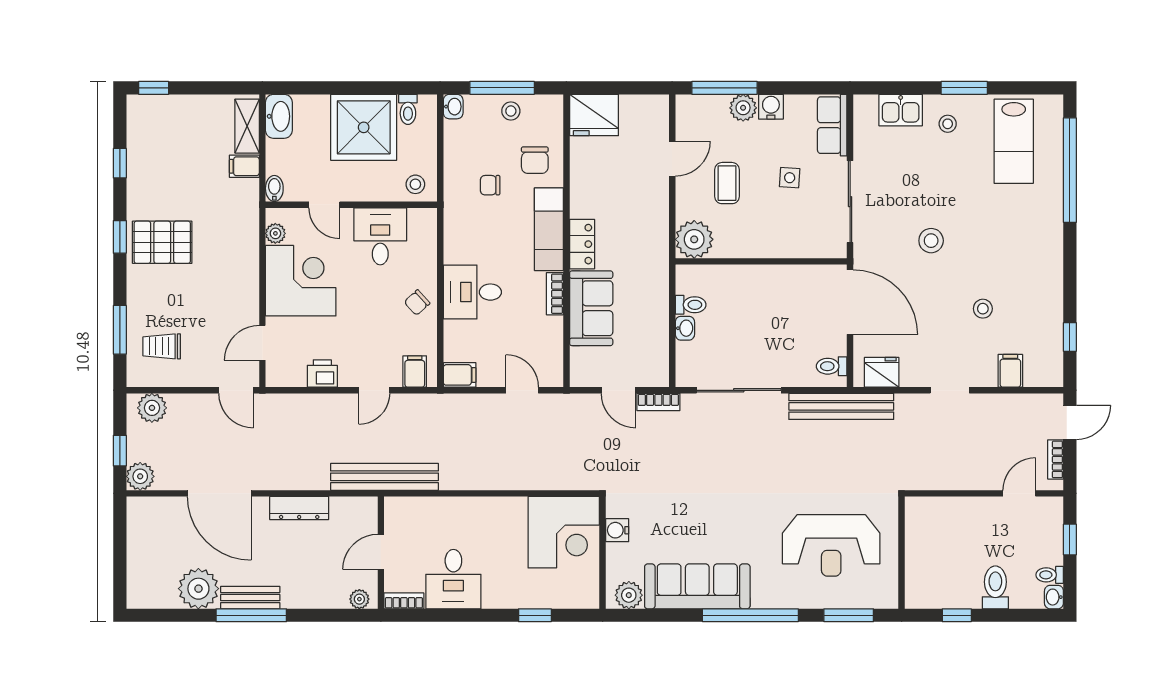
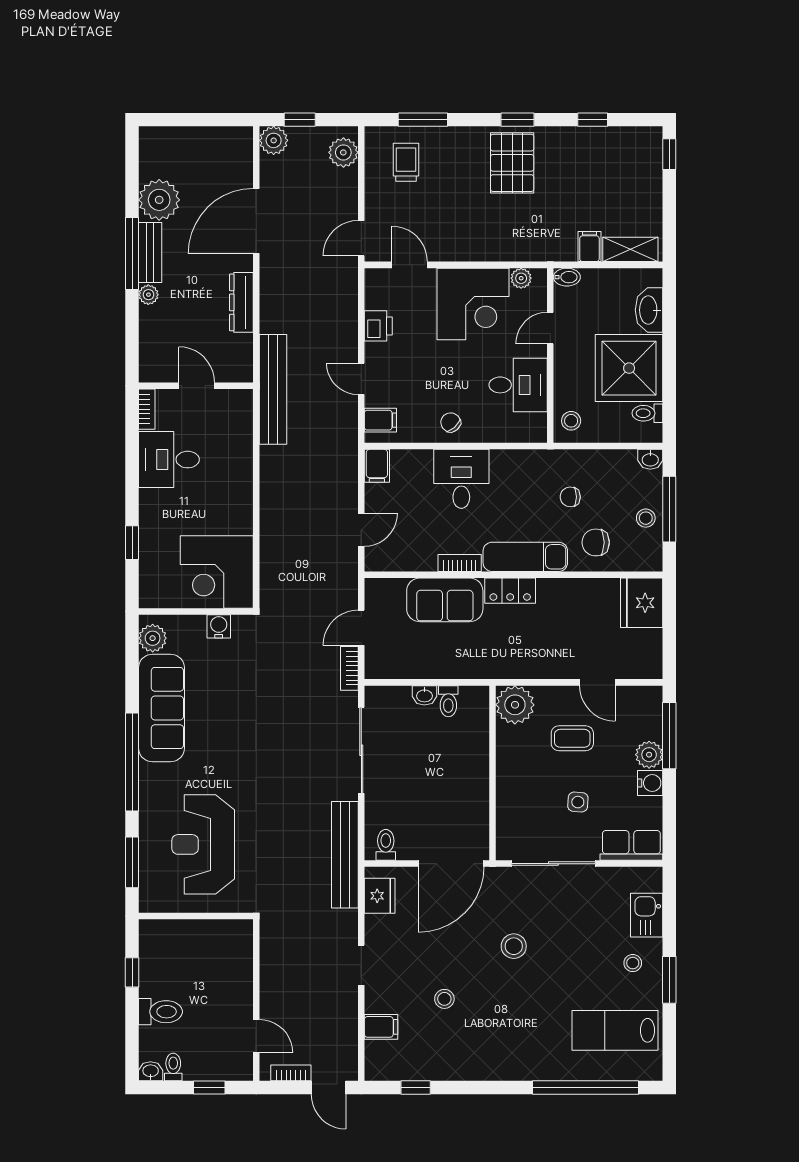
washbasin: (279, 116) -> (649, 310), moved, turned 90
chair: (490, 185) -> (570, 497), turned -90
plant: (359, 599) -> (148, 295), moved

